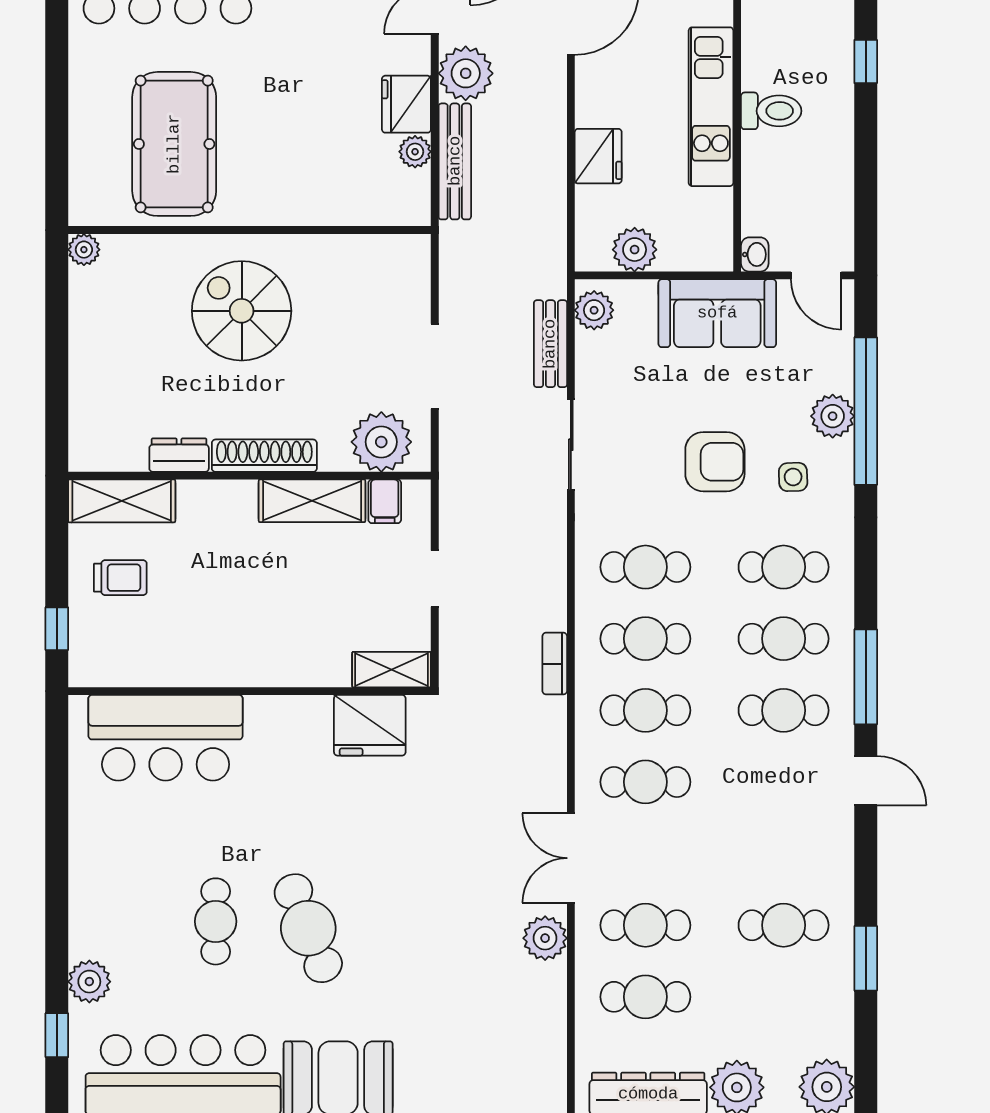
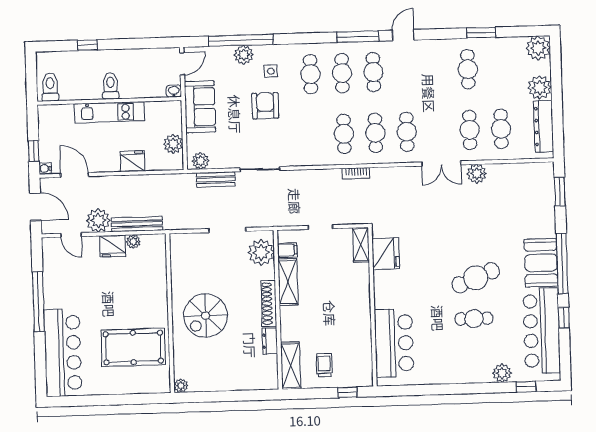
cafe table: (645, 567) -> (312, 135), removed

